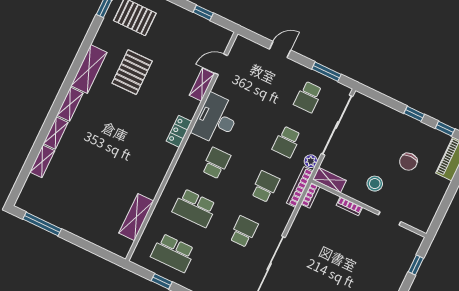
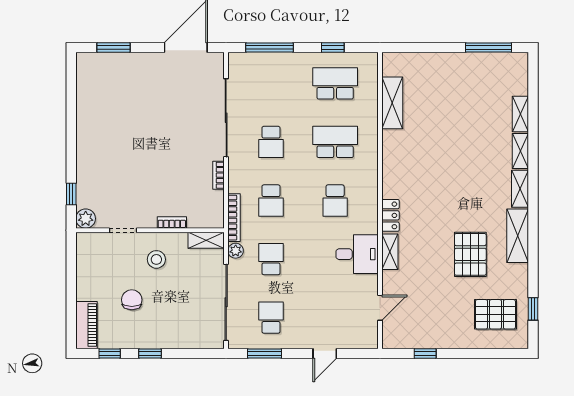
shelving: (202, 85) -> (390, 252), moved
desk: (216, 119) -> (357, 254), width x0.73
bookcase: (310, 195) -> (219, 175), moved
plant: (414, 241) -> (86, 219), added

